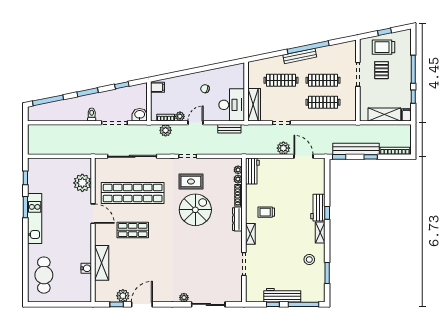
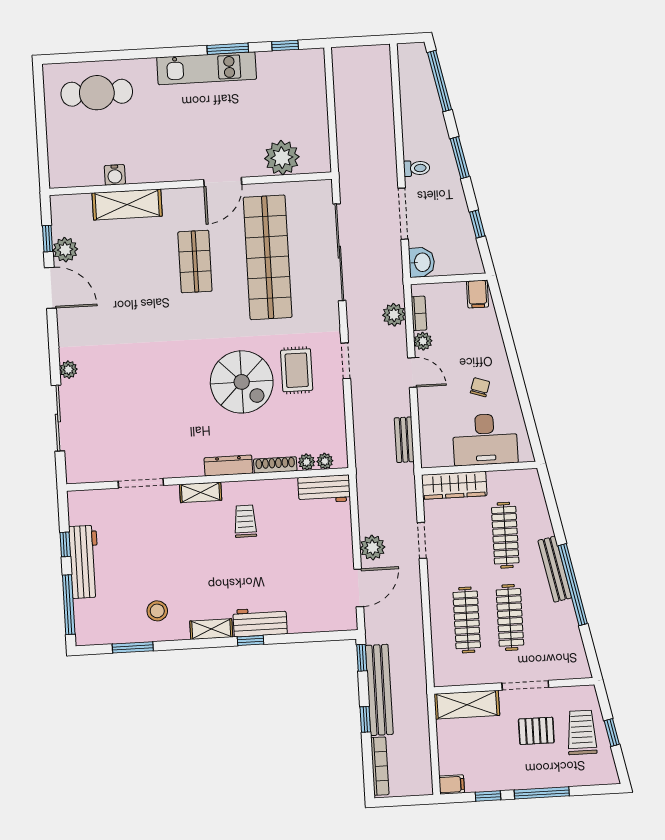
desk: (232, 105) -> (485, 439), moved
shelving: (384, 115) -> (467, 705), moved, turned 90

